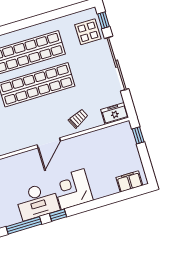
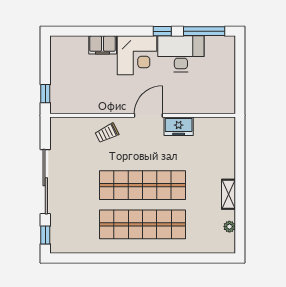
display table: (88, 32) -> (67, 227), removed
freezer: (115, 113) -> (179, 126), moved
filing cabinet: (129, 181) -> (103, 45), moved

